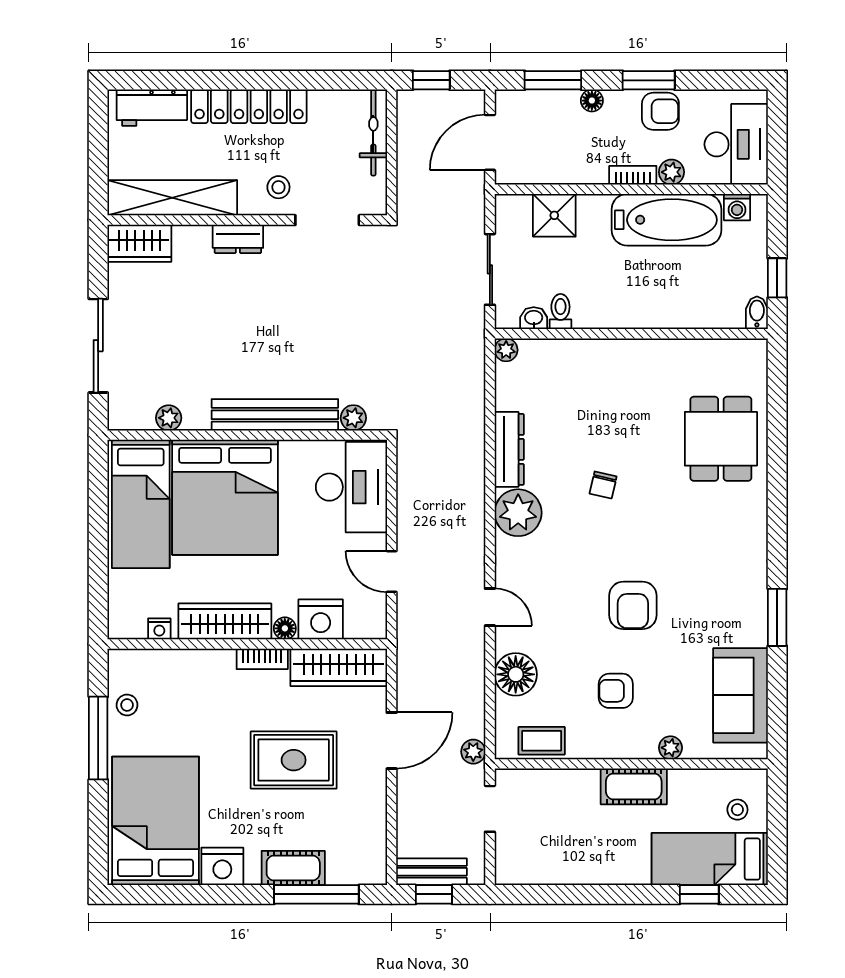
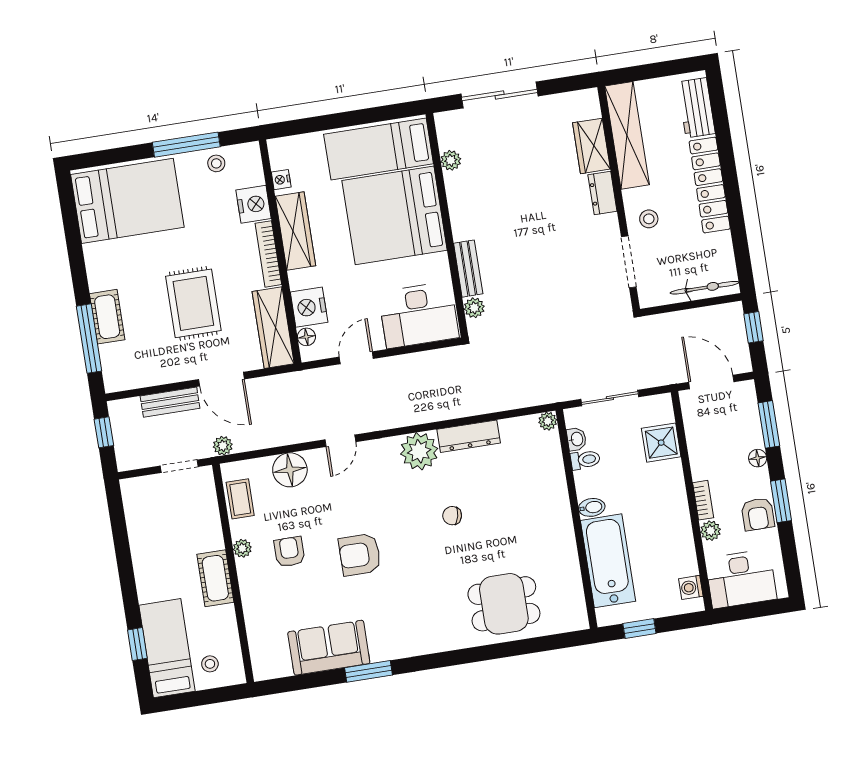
bathtub: (666, 220) -> (608, 561), moved, turned 180
wardrobe: (139, 243) -> (591, 146), moved
bidet: (757, 313) -> (592, 507), moved
bench: (275, 415) -> (468, 269), width x0.54, depth x0.82
floor lamp: (285, 628) -> (306, 337), moved
bookcase: (262, 659) -> (268, 254), width x1.56
sofa: (741, 695) -> (329, 648), moved
plant: (670, 748) -> (242, 548), moved
nightstand: (222, 866) -> (253, 204), moved, turned 180
bench: (432, 872) -> (170, 402), moved, turned 90

